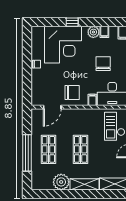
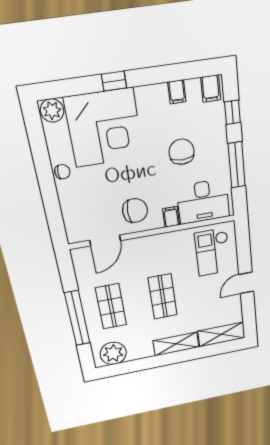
plant: (93, 32) -> (52, 111), moved
plant: (61, 182) -> (113, 353), moved

